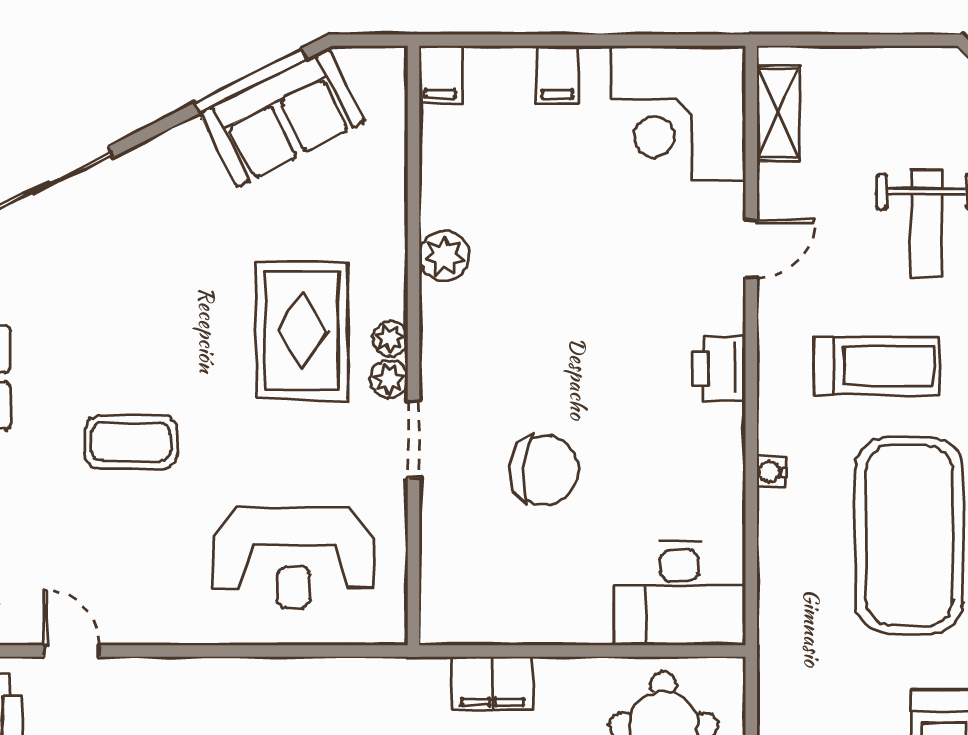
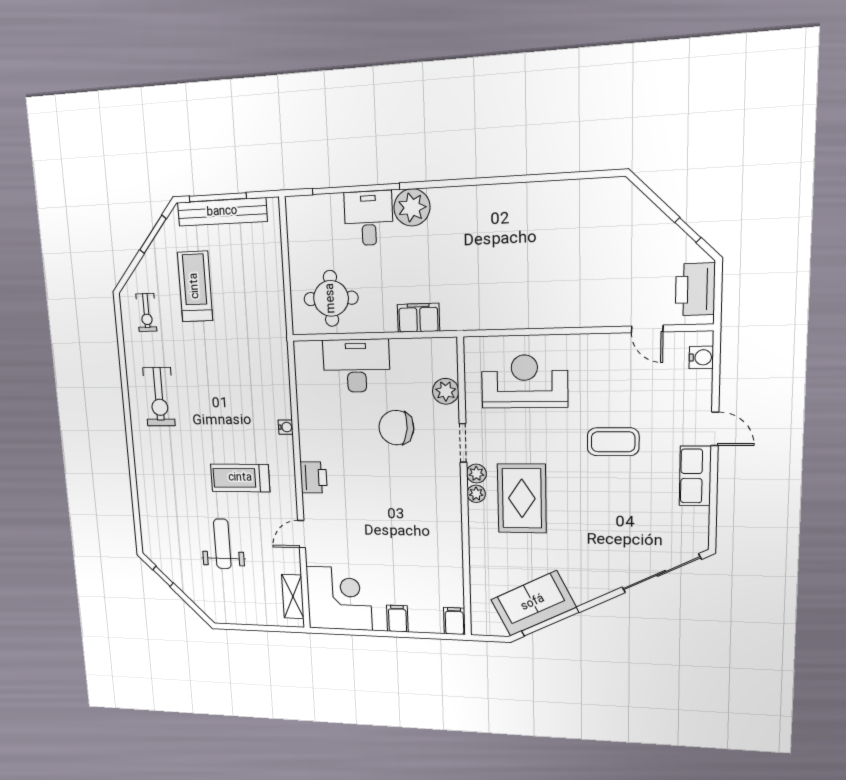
plant: (444, 256) -> (446, 391), moved
exercise mat: (909, 535) -> (219, 397), removed
desk: (680, 594) -> (356, 366), moved

